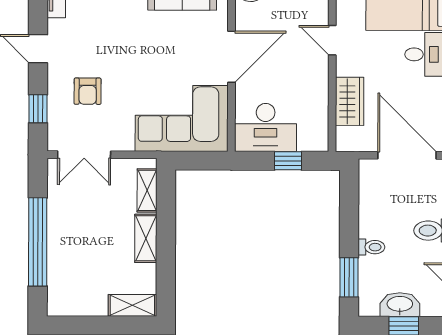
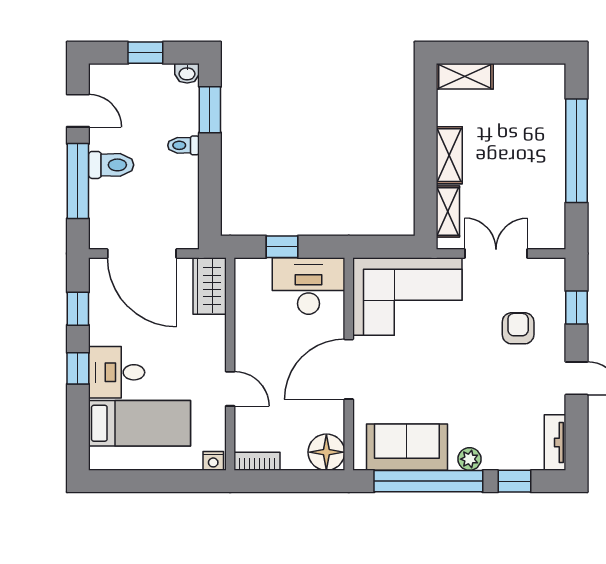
wardrobe: (350, 101) -> (210, 286), moved
double door: (84, 155) -> (496, 253), moved
washbasin: (400, 305) -> (187, 73), moved, width x0.52, depth x0.69

